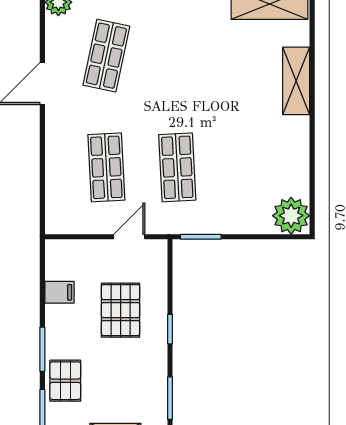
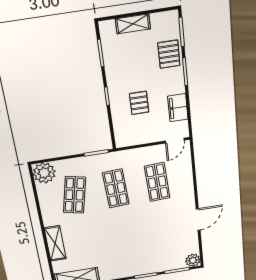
shop shelf: (106, 56) -> (74, 195), moved
door: (129, 237) -> (175, 141), moved
filing cabinet: (59, 292) -> (178, 108), width x2.00
pallet: (121, 310) -> (139, 103), width x0.67, depth x0.71

